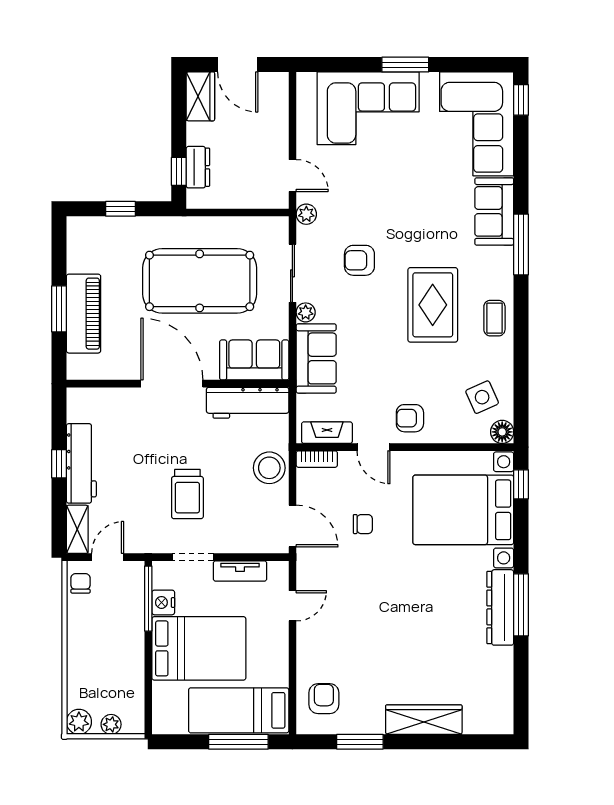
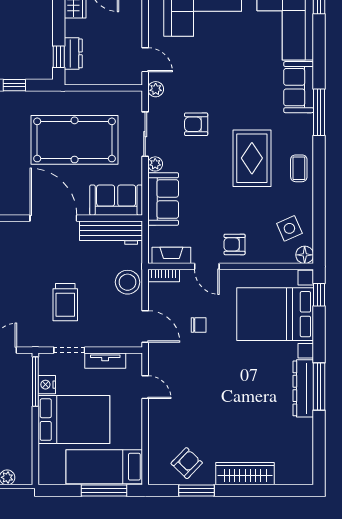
door: (292, 606) -> (145, 387), hinge flipped
armchair: (324, 699) -> (187, 463), moved, turned 44

